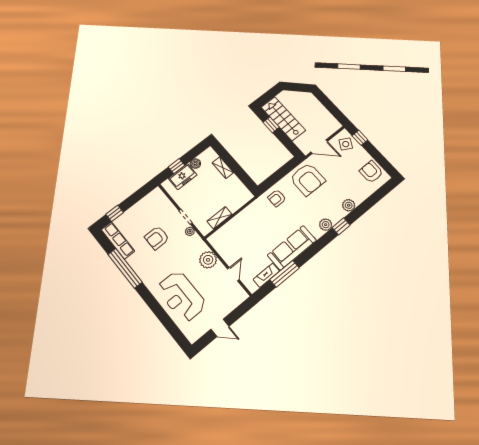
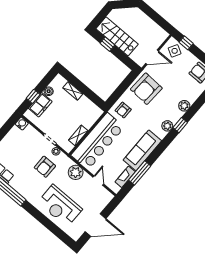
armchair: (307, 179) -> (146, 89), turned 93
water cooler: (157, 194) -> (22, 124), added
bar counter: (241, 228) -> (98, 141), added
armchair: (157, 238) -> (45, 167), moved
door: (220, 328) -> (95, 225), width x1.88

